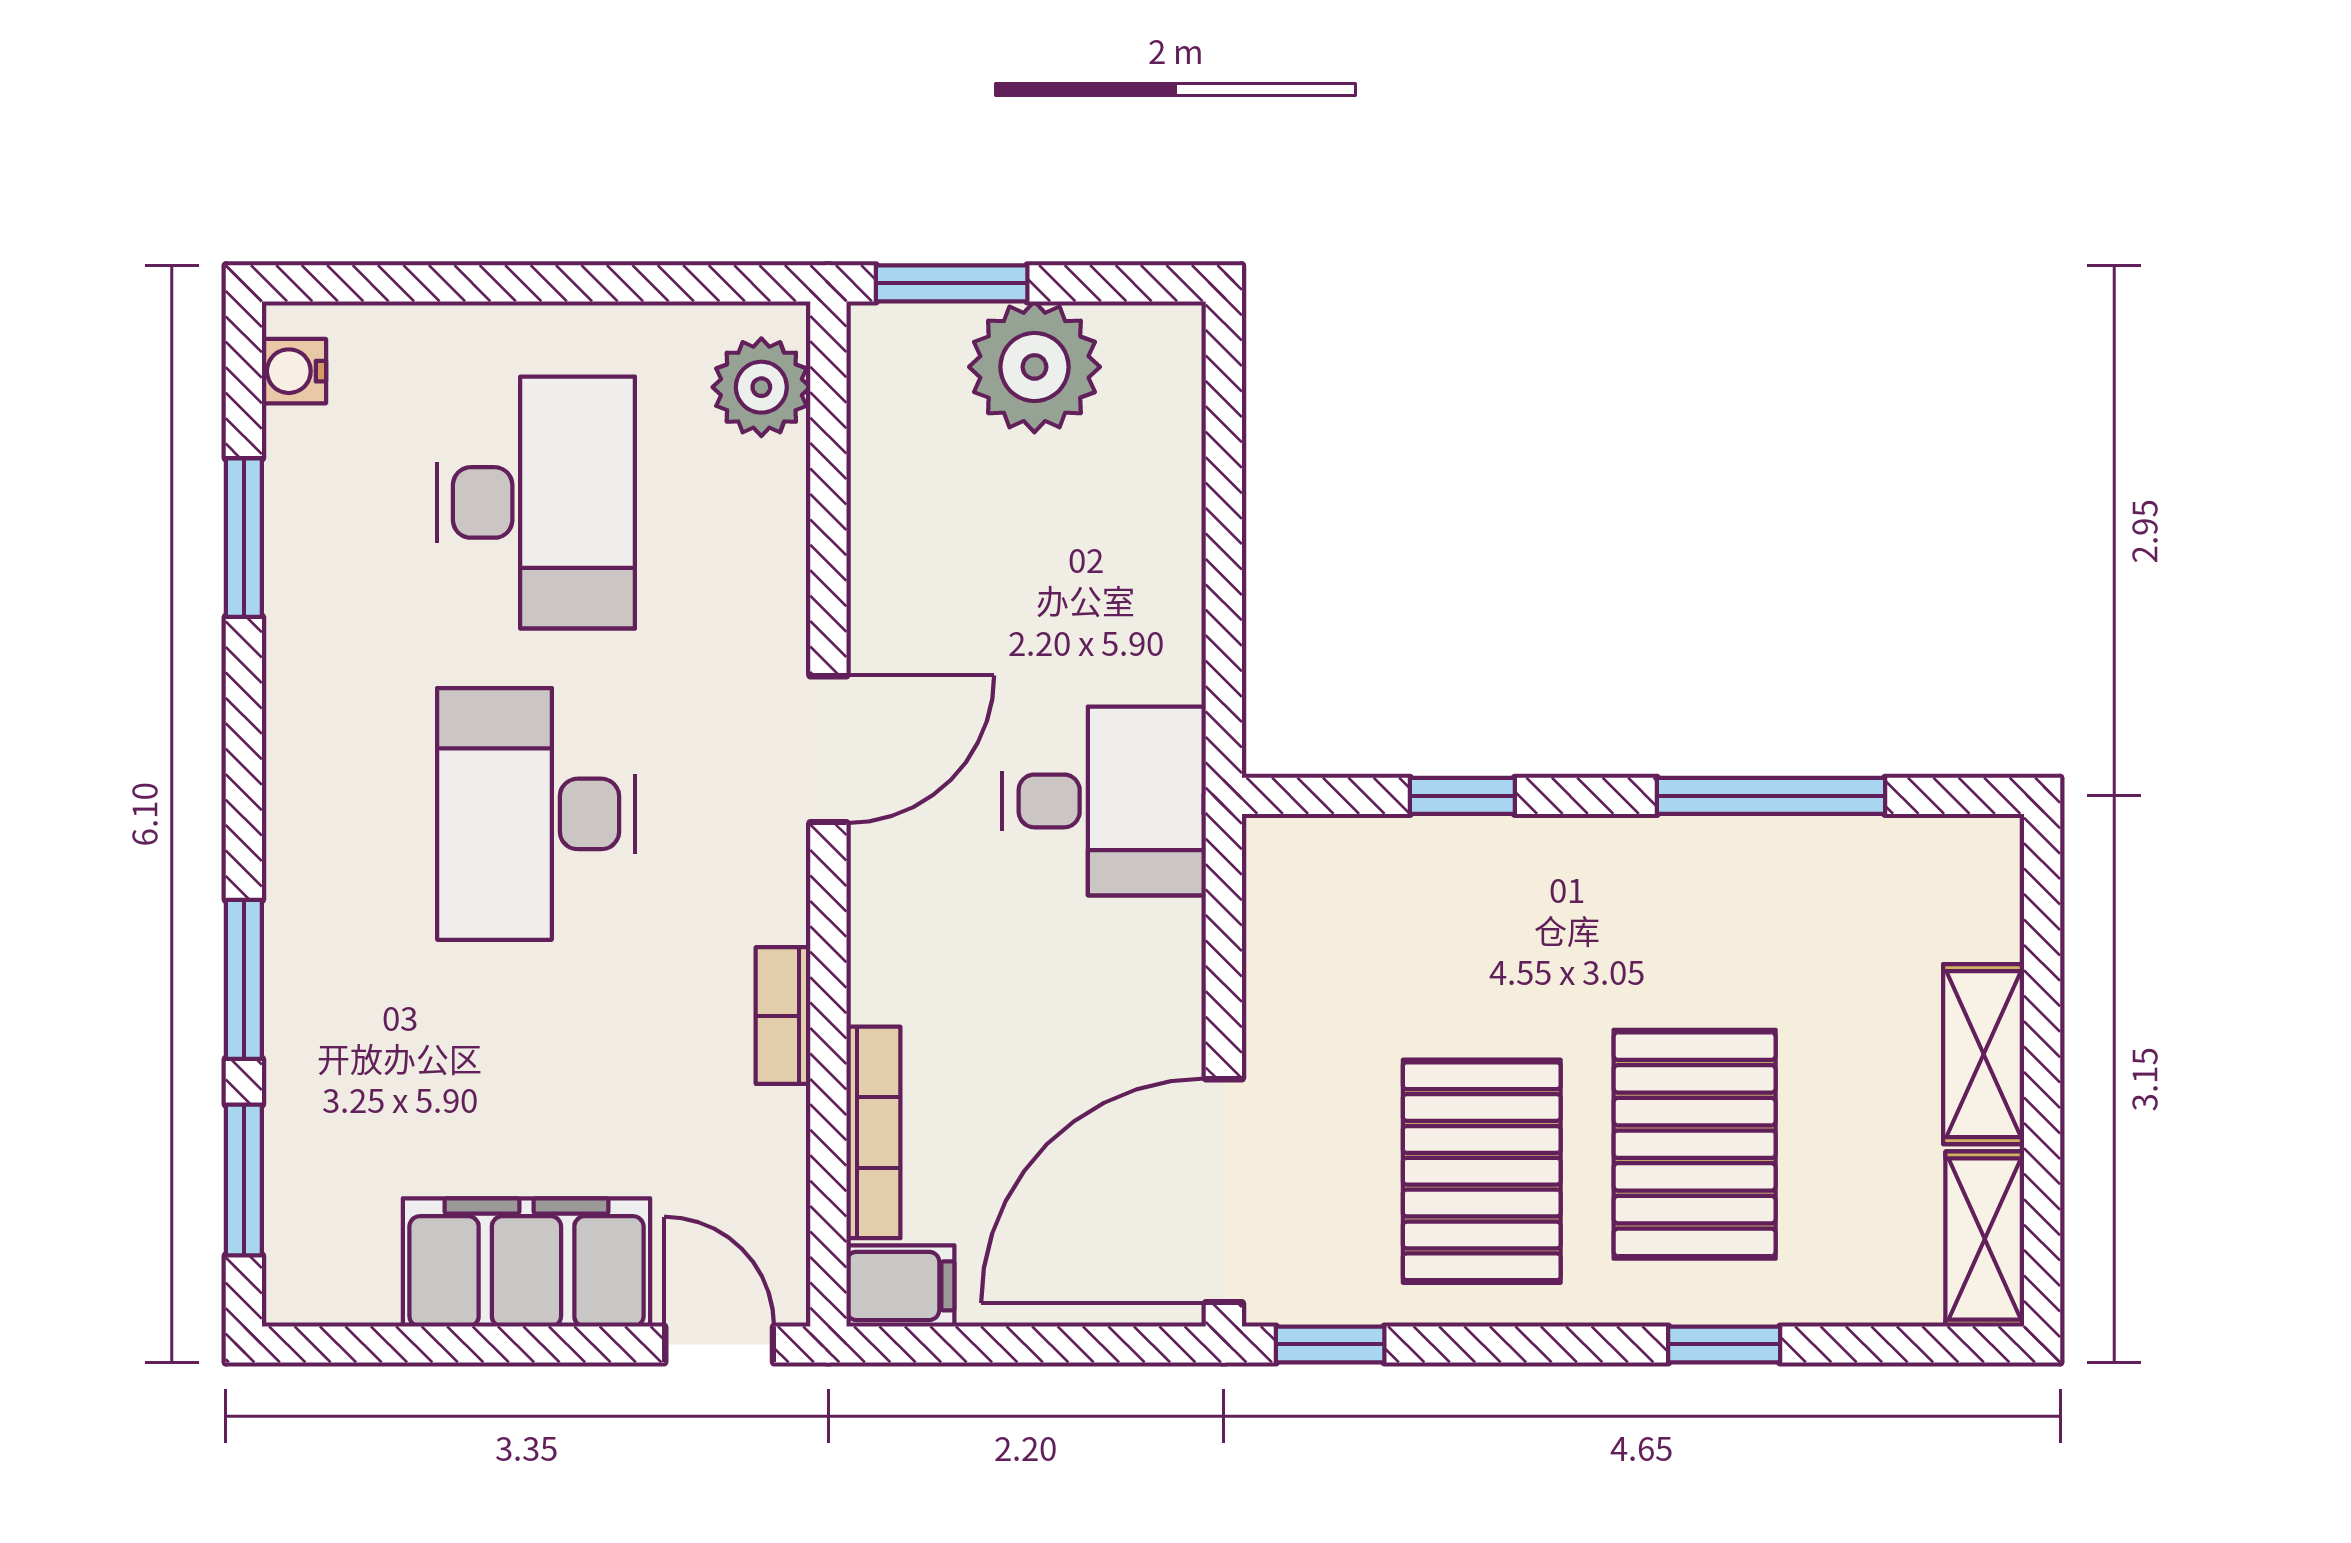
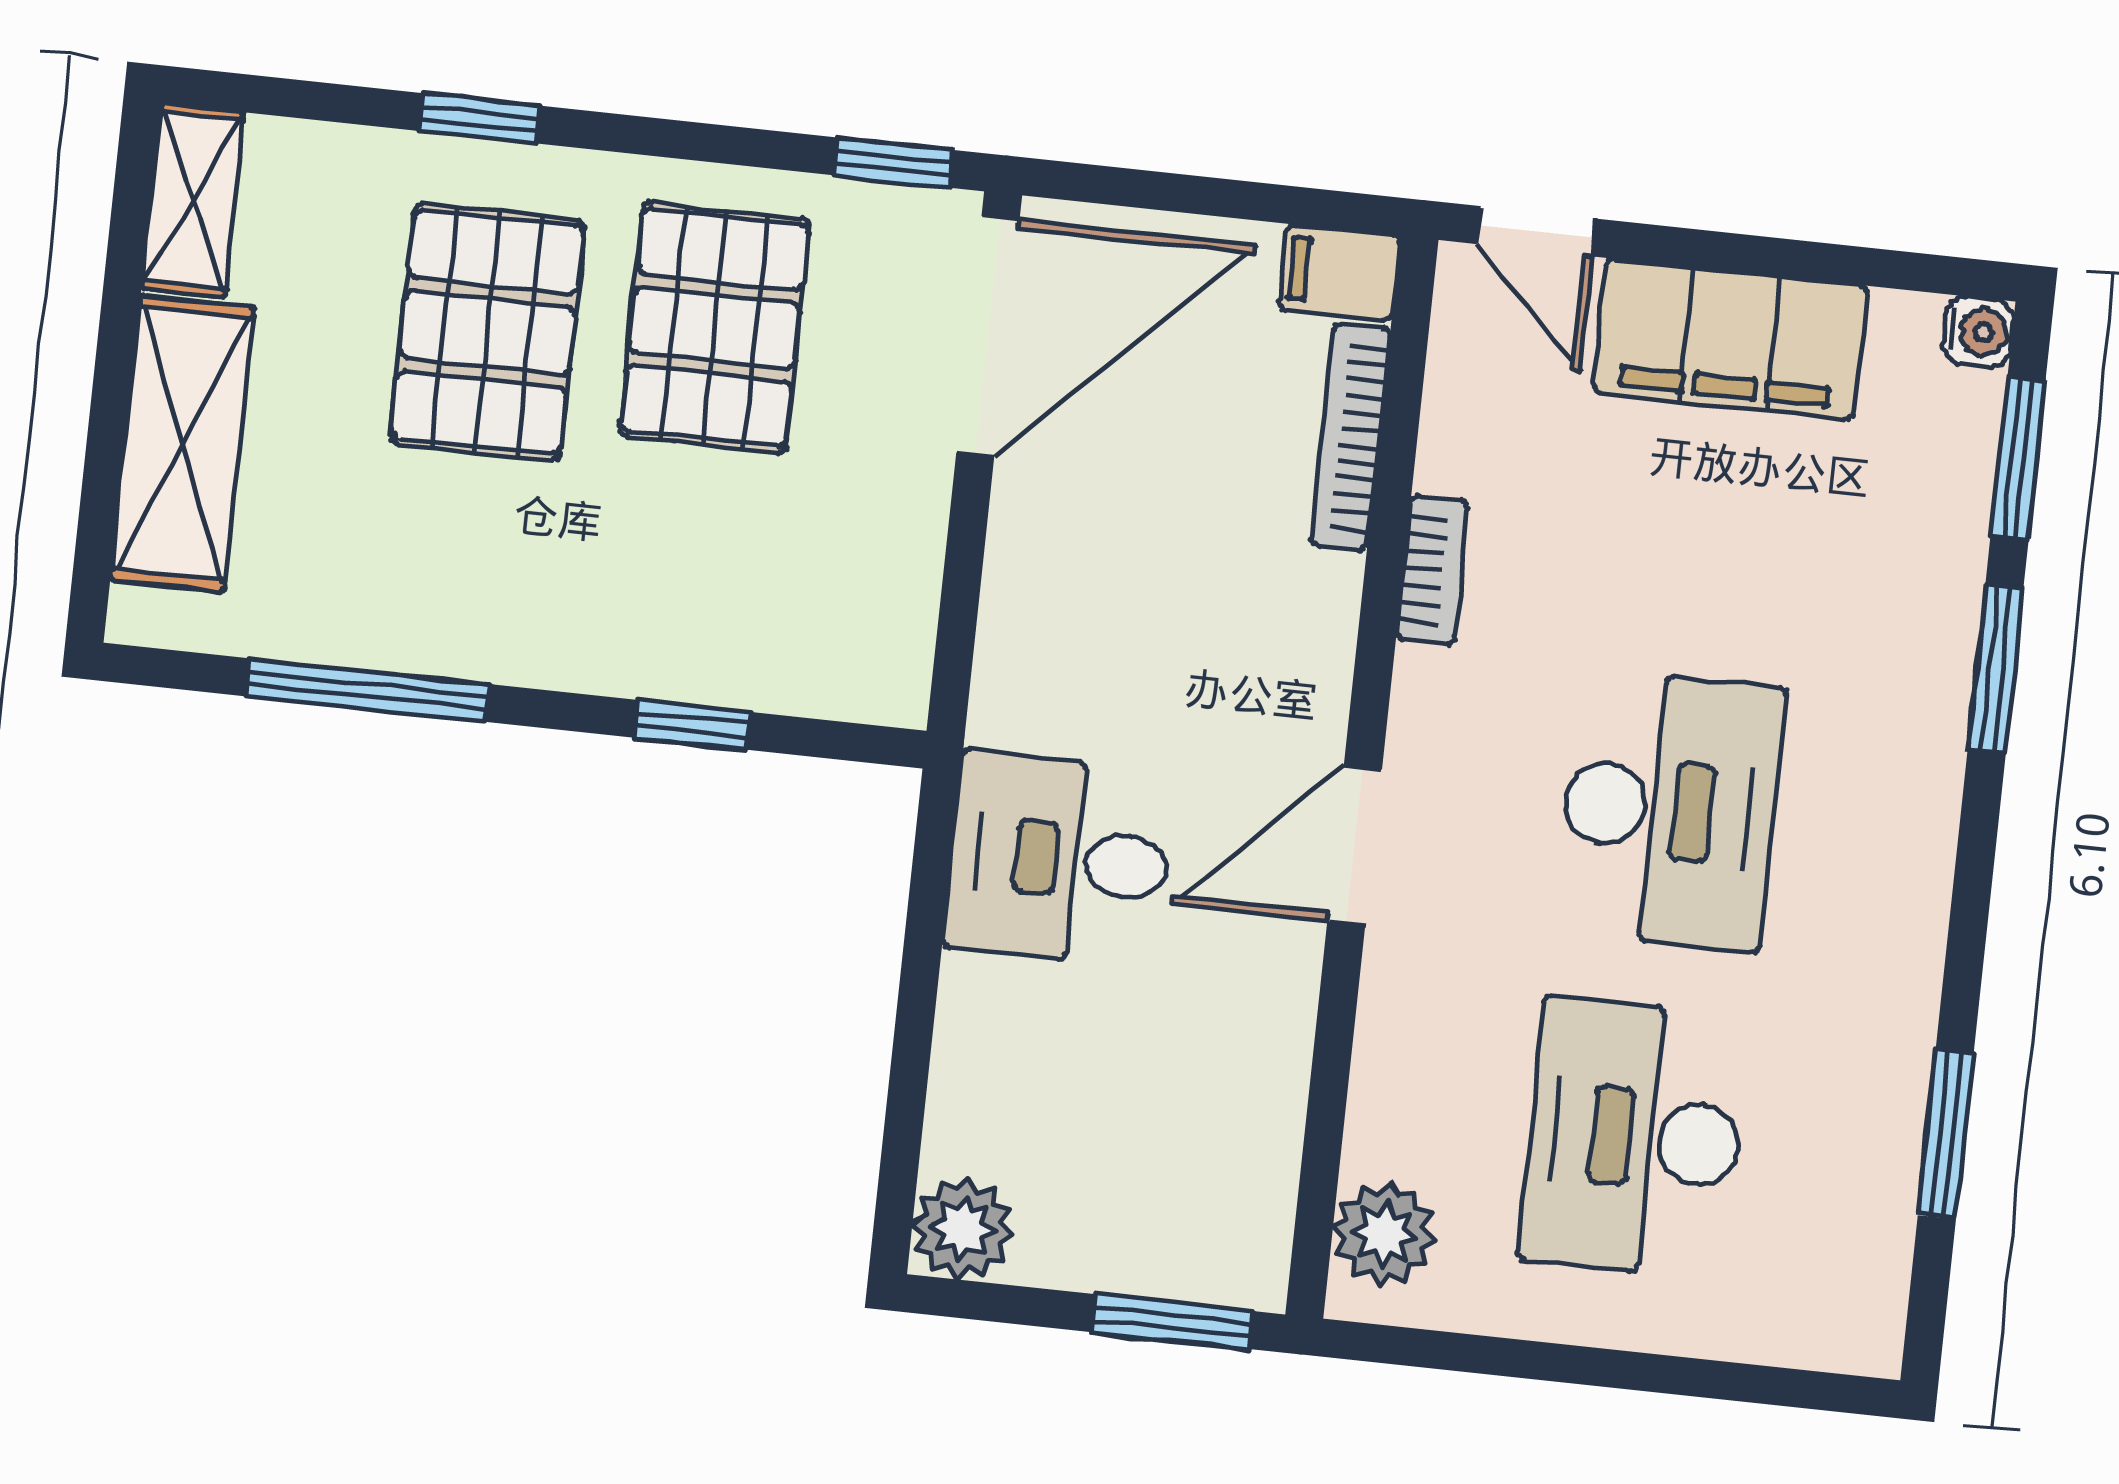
plant: (1034, 367) -> (963, 1229), moved, width x0.73, depth x0.73
water cooler: (294, 371) -> (1978, 332), moved
desk: (1104, 801) -> (1060, 859), moved
shelving: (1984, 1054) -> (182, 444), width x1.50, depth x1.33

